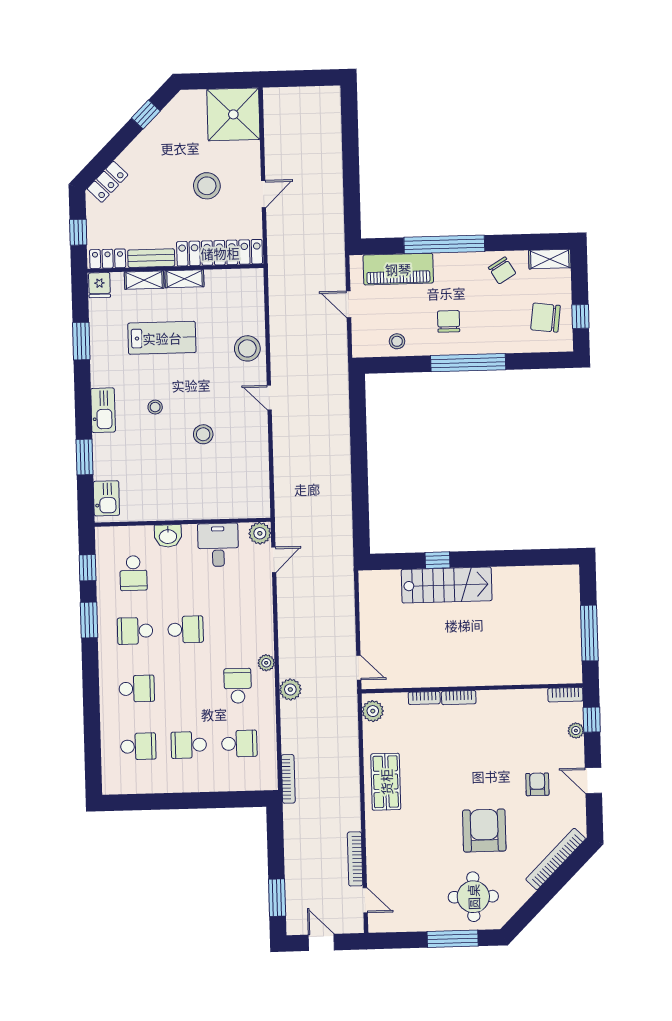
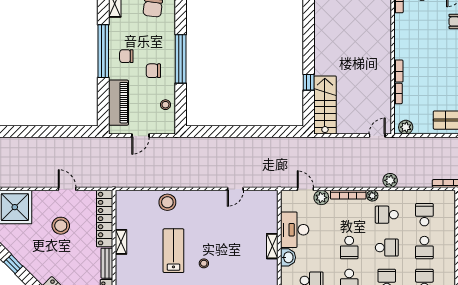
window: (444, 244) -> (103, 51), moved
chair: (502, 270) -> (126, 56), moved, turned -149
shelving: (144, 280) -> (272, 246), moved
lab bench: (162, 338) -> (173, 251), moved
door: (269, 398) -> (235, 189), moved
stool: (203, 434) -> (222, 233), removed
plant: (260, 533) -> (321, 198), moved
desk: (218, 545) -> (295, 230), width x1.37
stairs: (447, 585) -> (325, 105), moved
bookcase: (267, 626) -> (348, 195), added
school desk: (186, 629) -> (349, 248), turned 180
school desk: (187, 687) -> (387, 248), added

